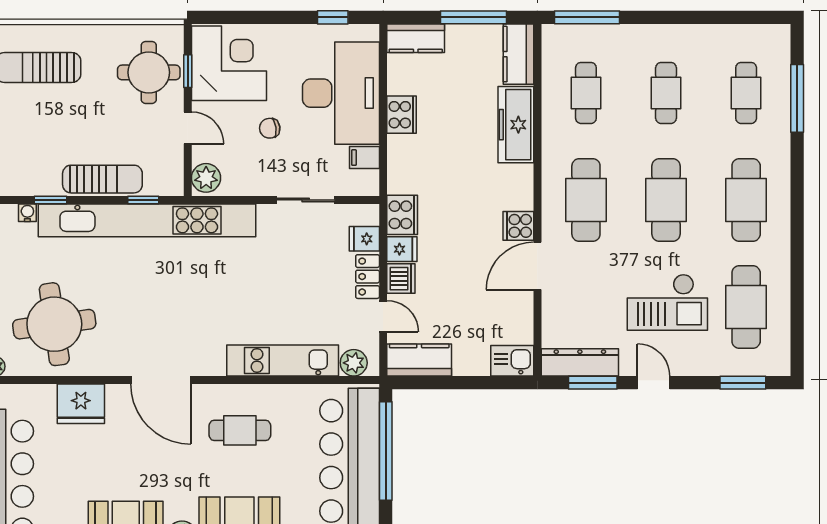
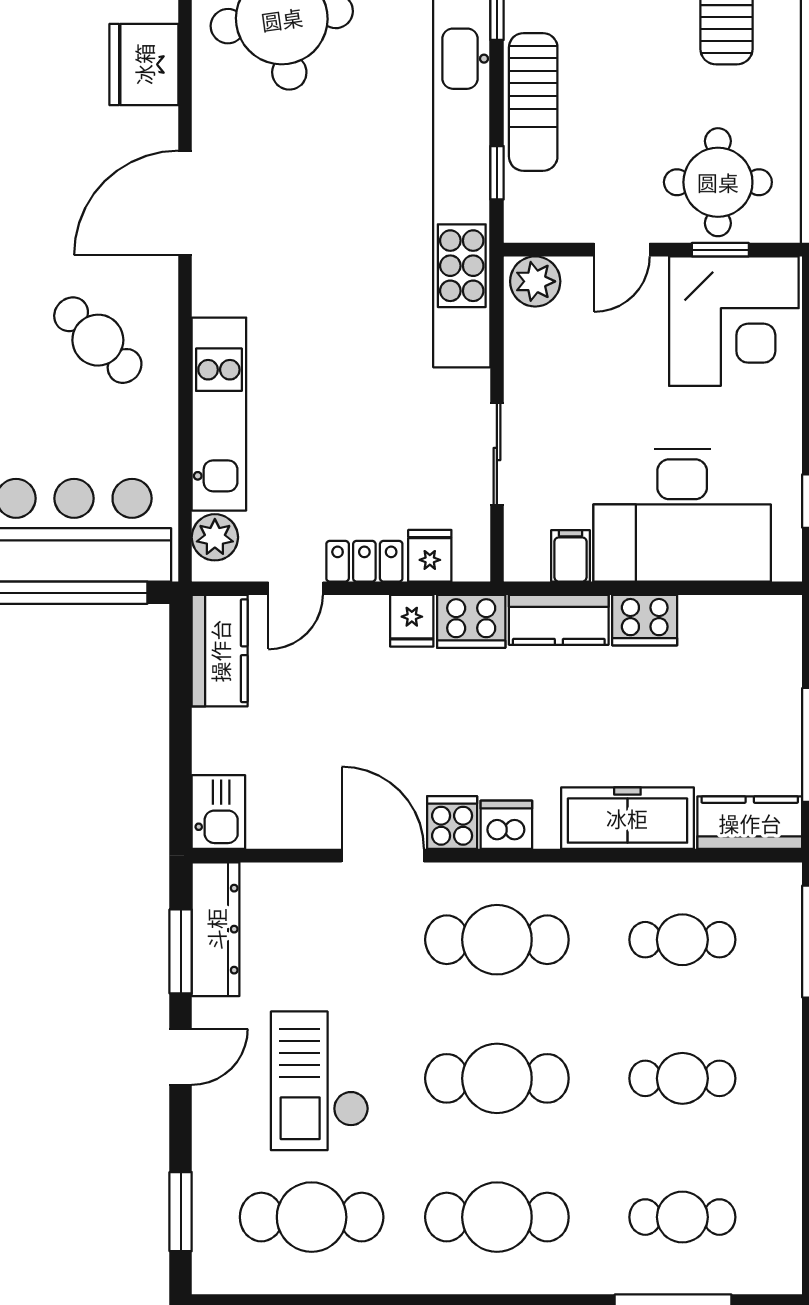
kitchen counter: (416, 38) -> (559, 620), moved, turned -90
chair: (270, 128) -> (621, 392), removed
dishwasher: (401, 279) -> (506, 825), moved, turned 180
cafe table: (240, 430) -> (98, 340), turned -46

